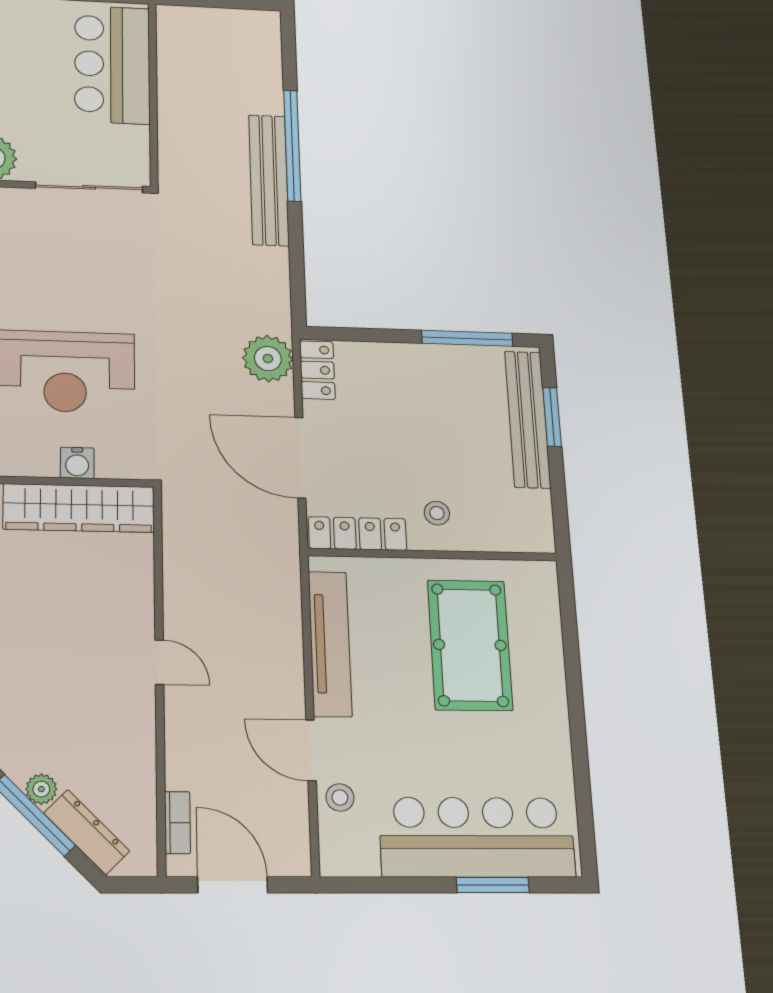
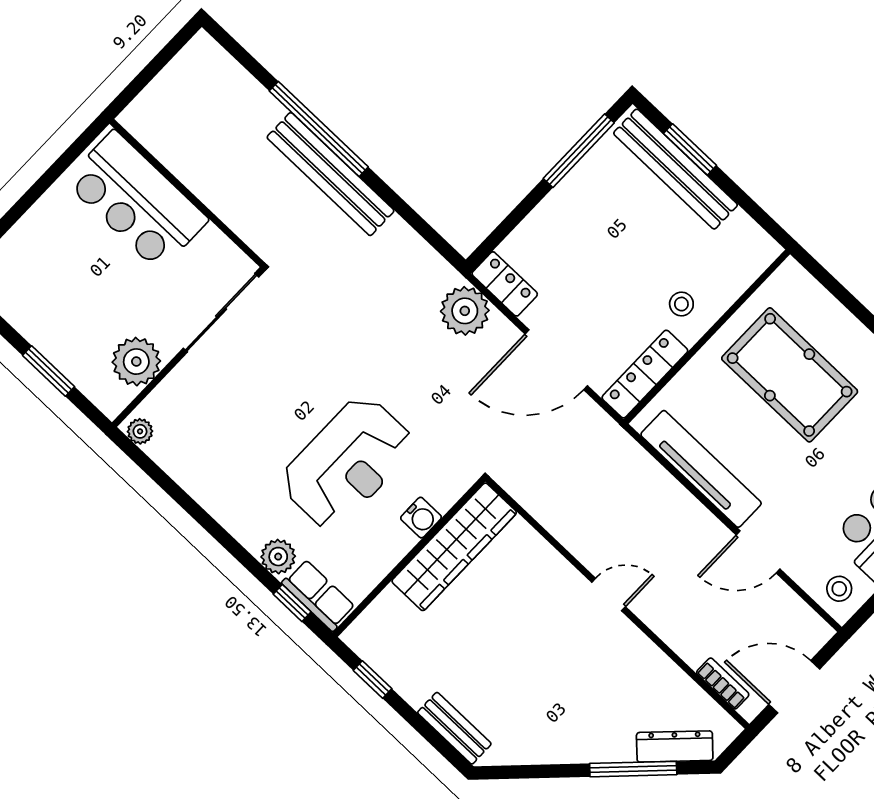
plant: (41, 789) -> (621, 749), removed
stool: (340, 797) -> (839, 589), moved

